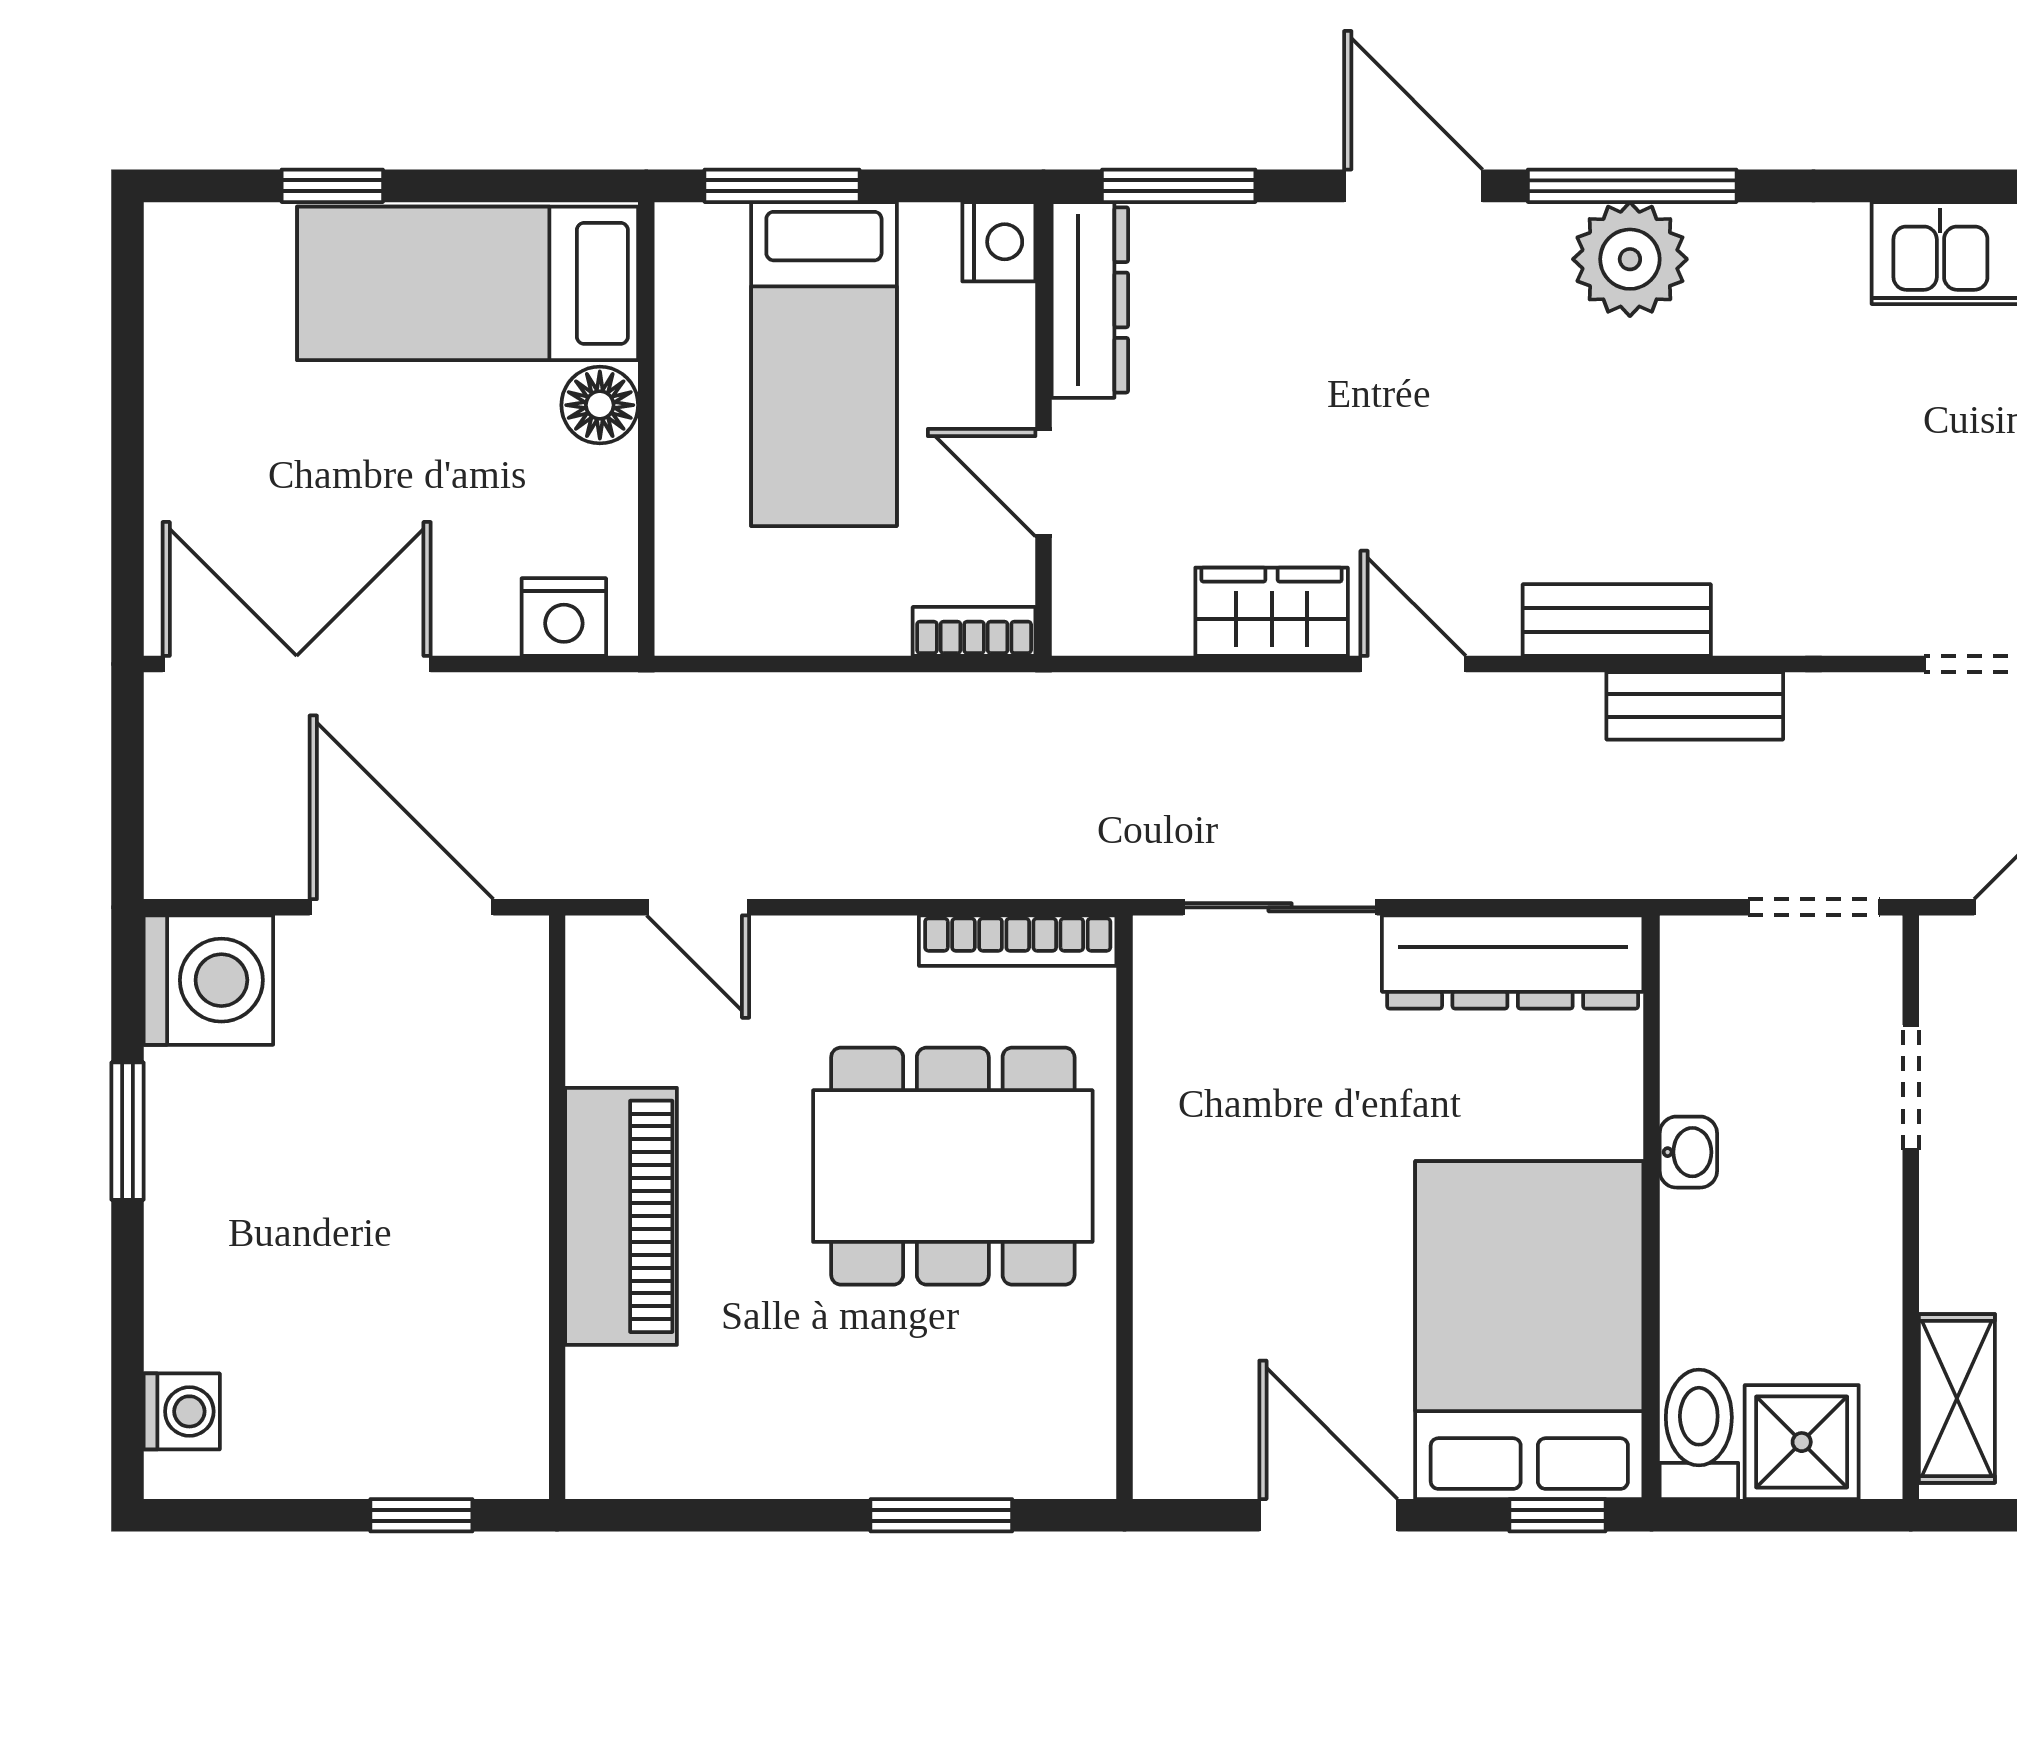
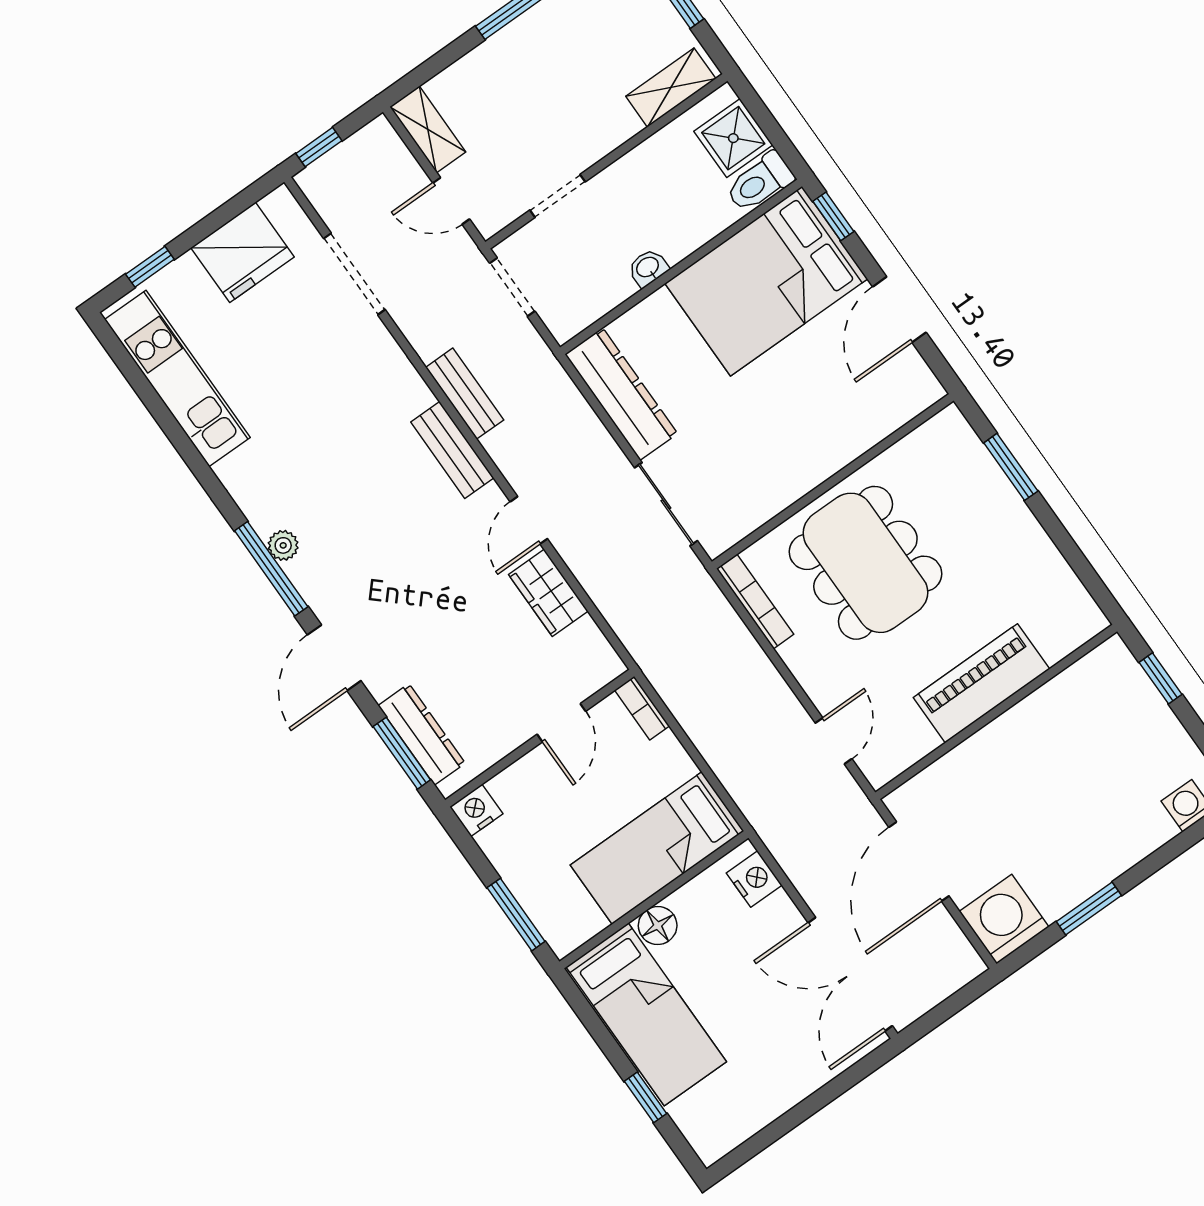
plant: (1630, 259) -> (283, 545), width x0.53, depth x0.53
dresser: (1090, 300) -> (422, 734), moved, turned 90
bed: (824, 364) -> (657, 848), moved, turned 180

